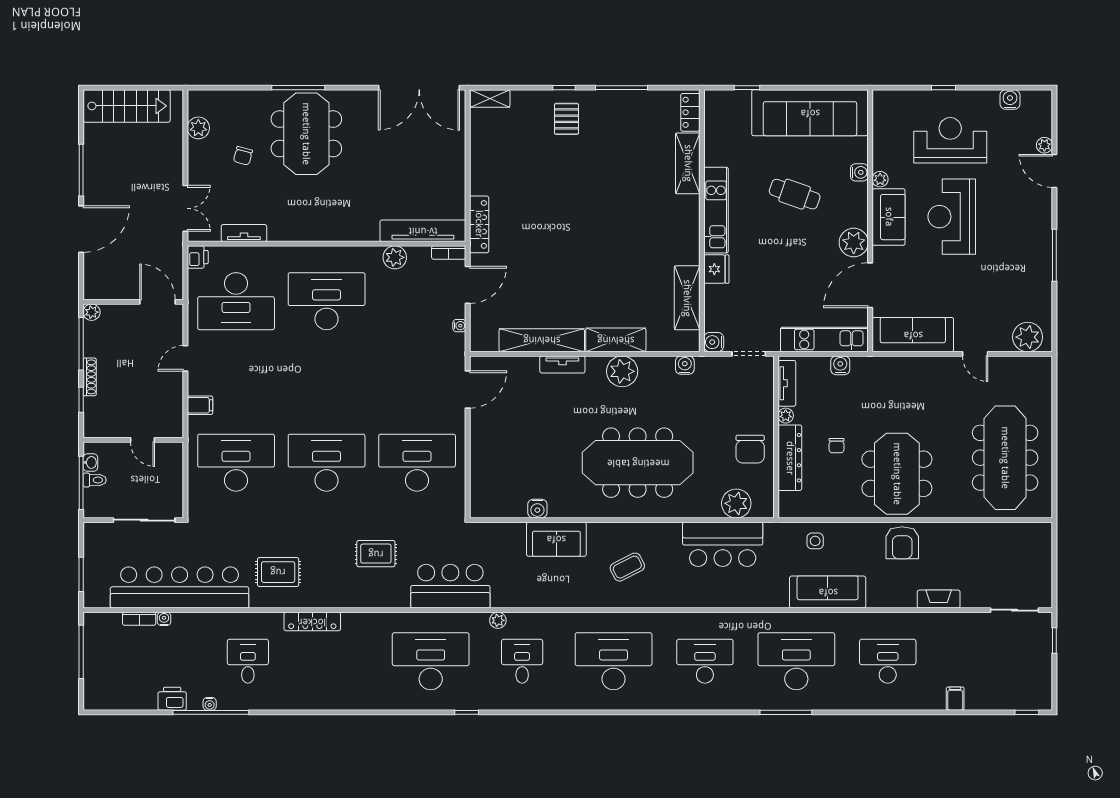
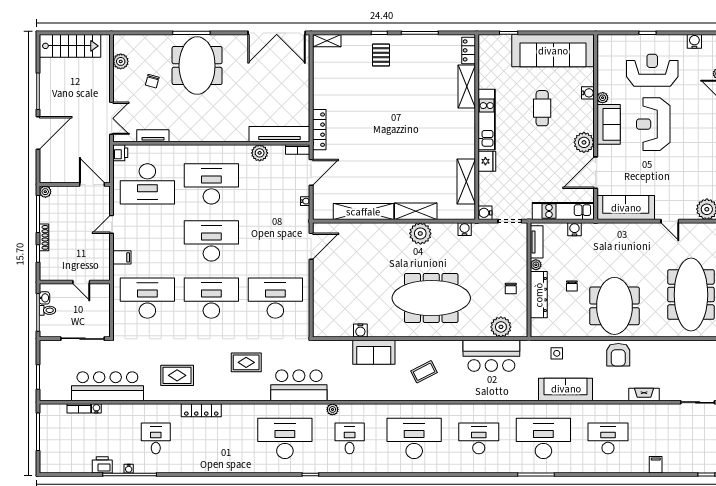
cafe table: (795, 194) -> (542, 108), turned 71
tv unit: (562, 364) -> (378, 229), removed
desk: (327, 382) -> (211, 241), added
chair: (750, 449) -> (511, 288), width x0.54, depth x0.54
bar counter: (180, 588) -> (107, 386), width x0.73

